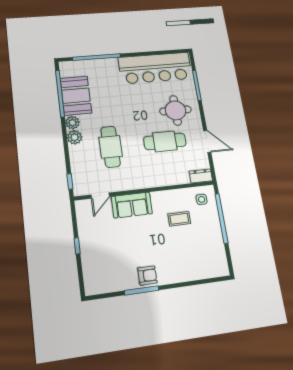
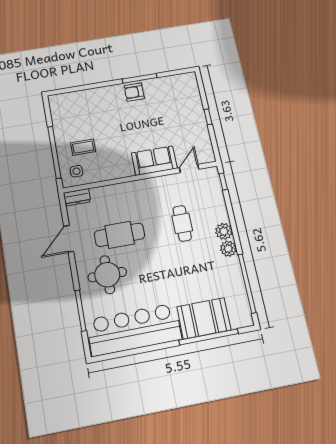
booth: (76, 96) -> (204, 318), moved, turned 90
door: (207, 141) -> (69, 239), hinge flipped
cafe table: (111, 147) -> (182, 223), width x0.73, depth x0.74
coffee table: (179, 219) -> (83, 147), moved

